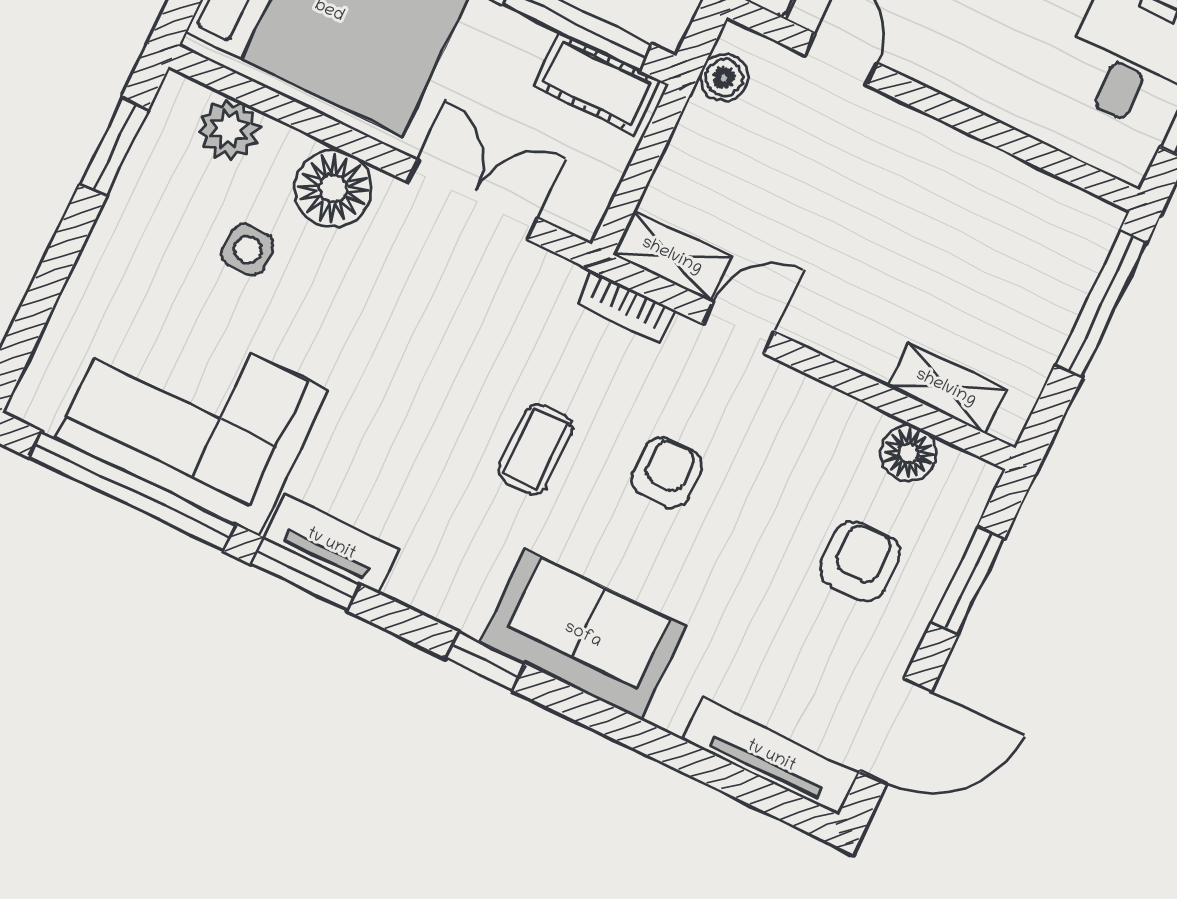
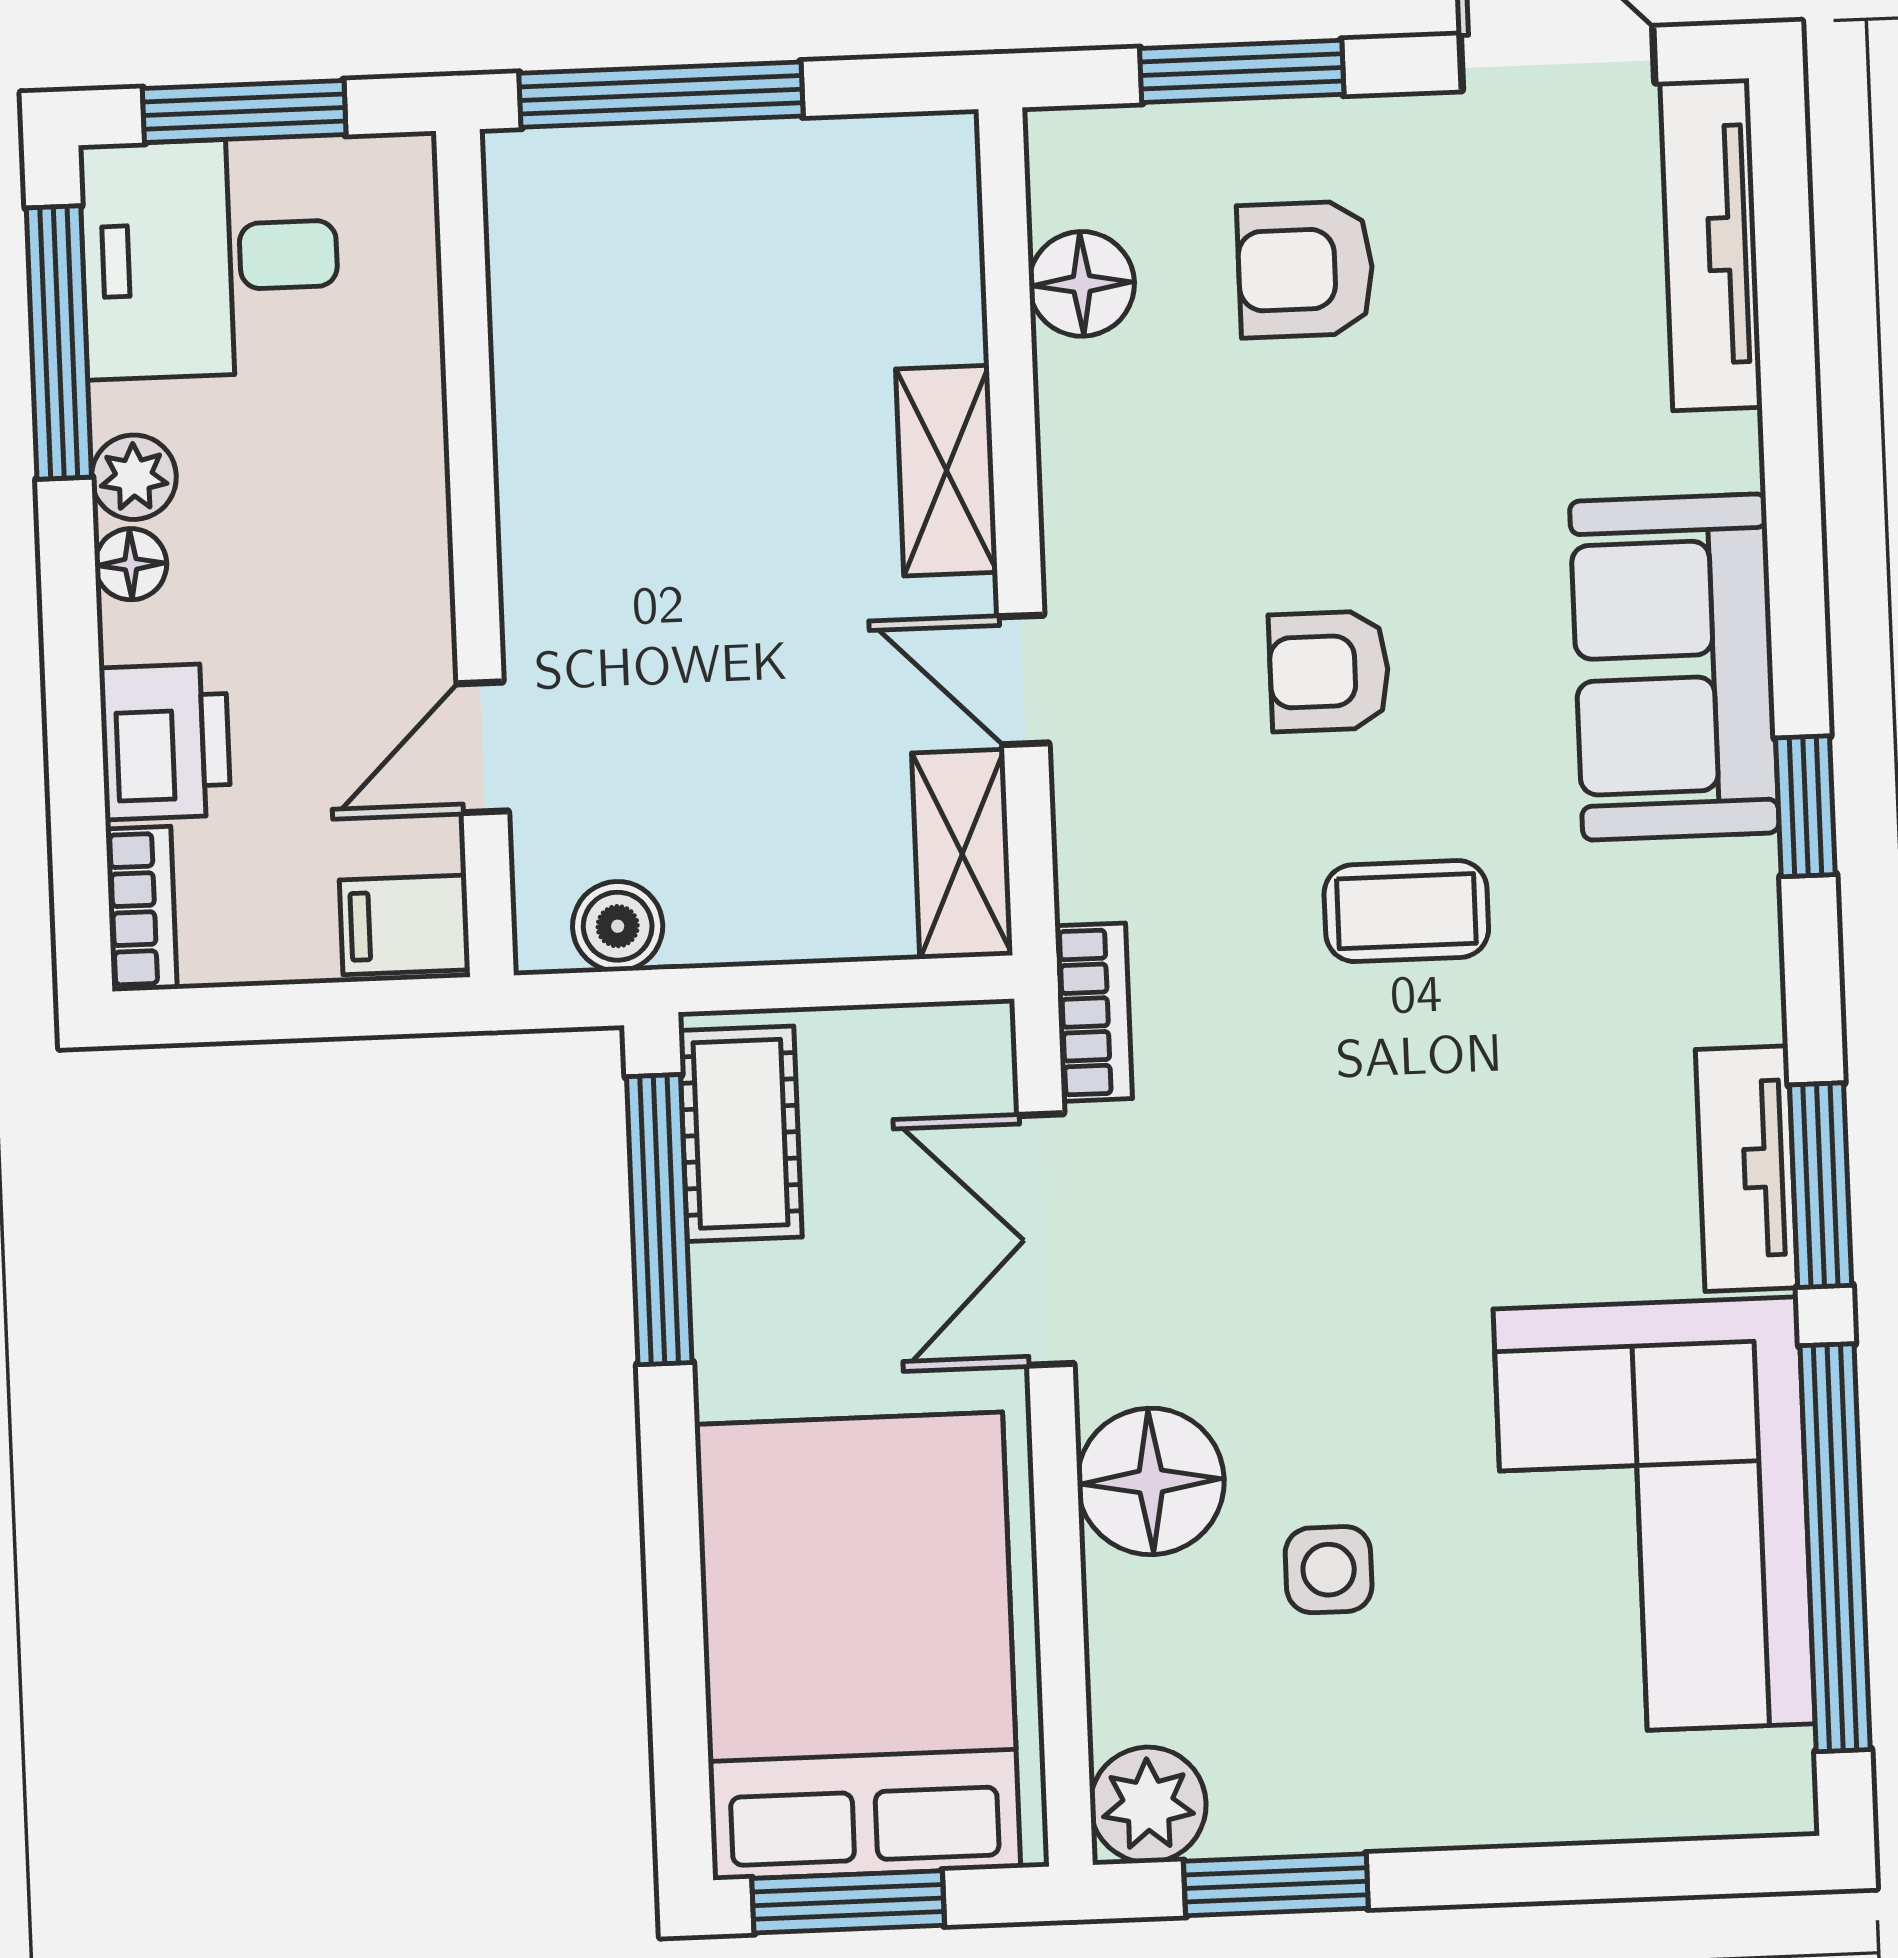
plant: (229, 129) -> (1148, 1805), moved
bookcase: (626, 307) -> (1094, 1012), moved
shelving: (946, 388) -> (946, 471), moved

